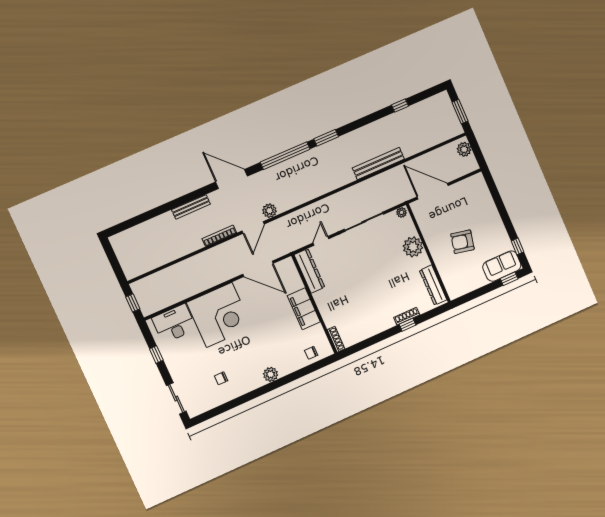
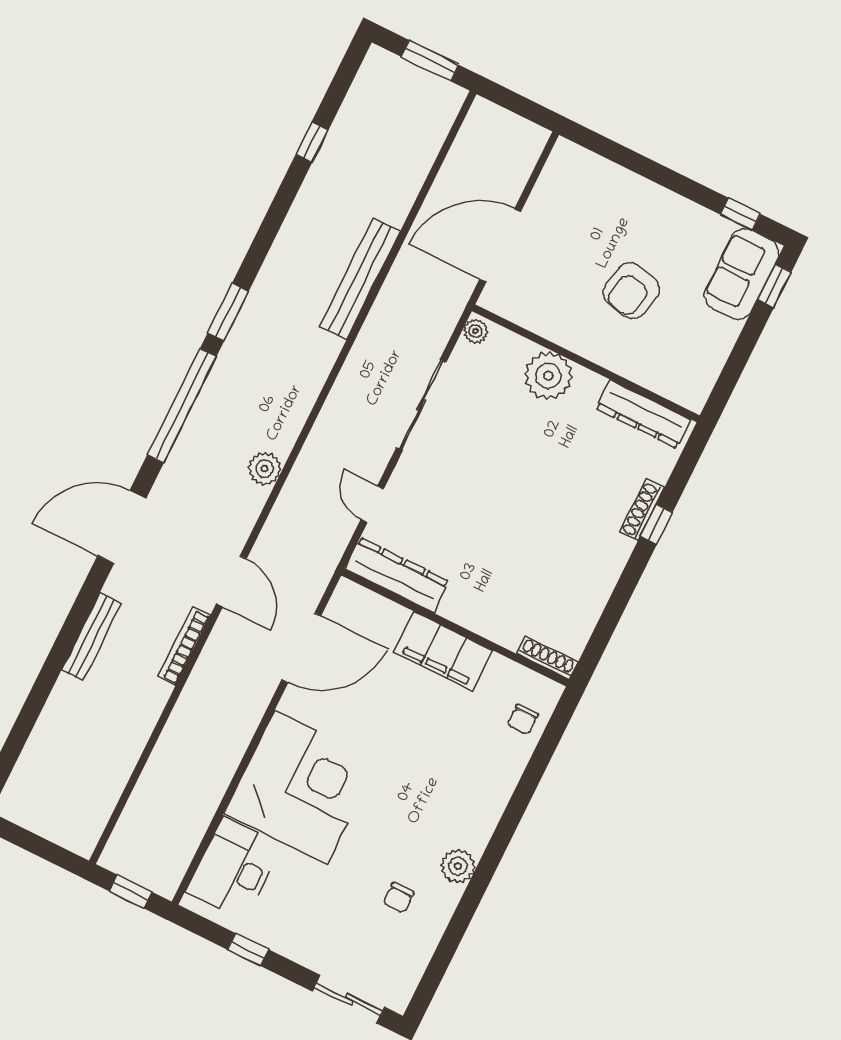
plant: (464, 149) -> (494, 122), removed
plant: (269, 211) -> (265, 469), moved
plant: (271, 374) -> (458, 866), moved

